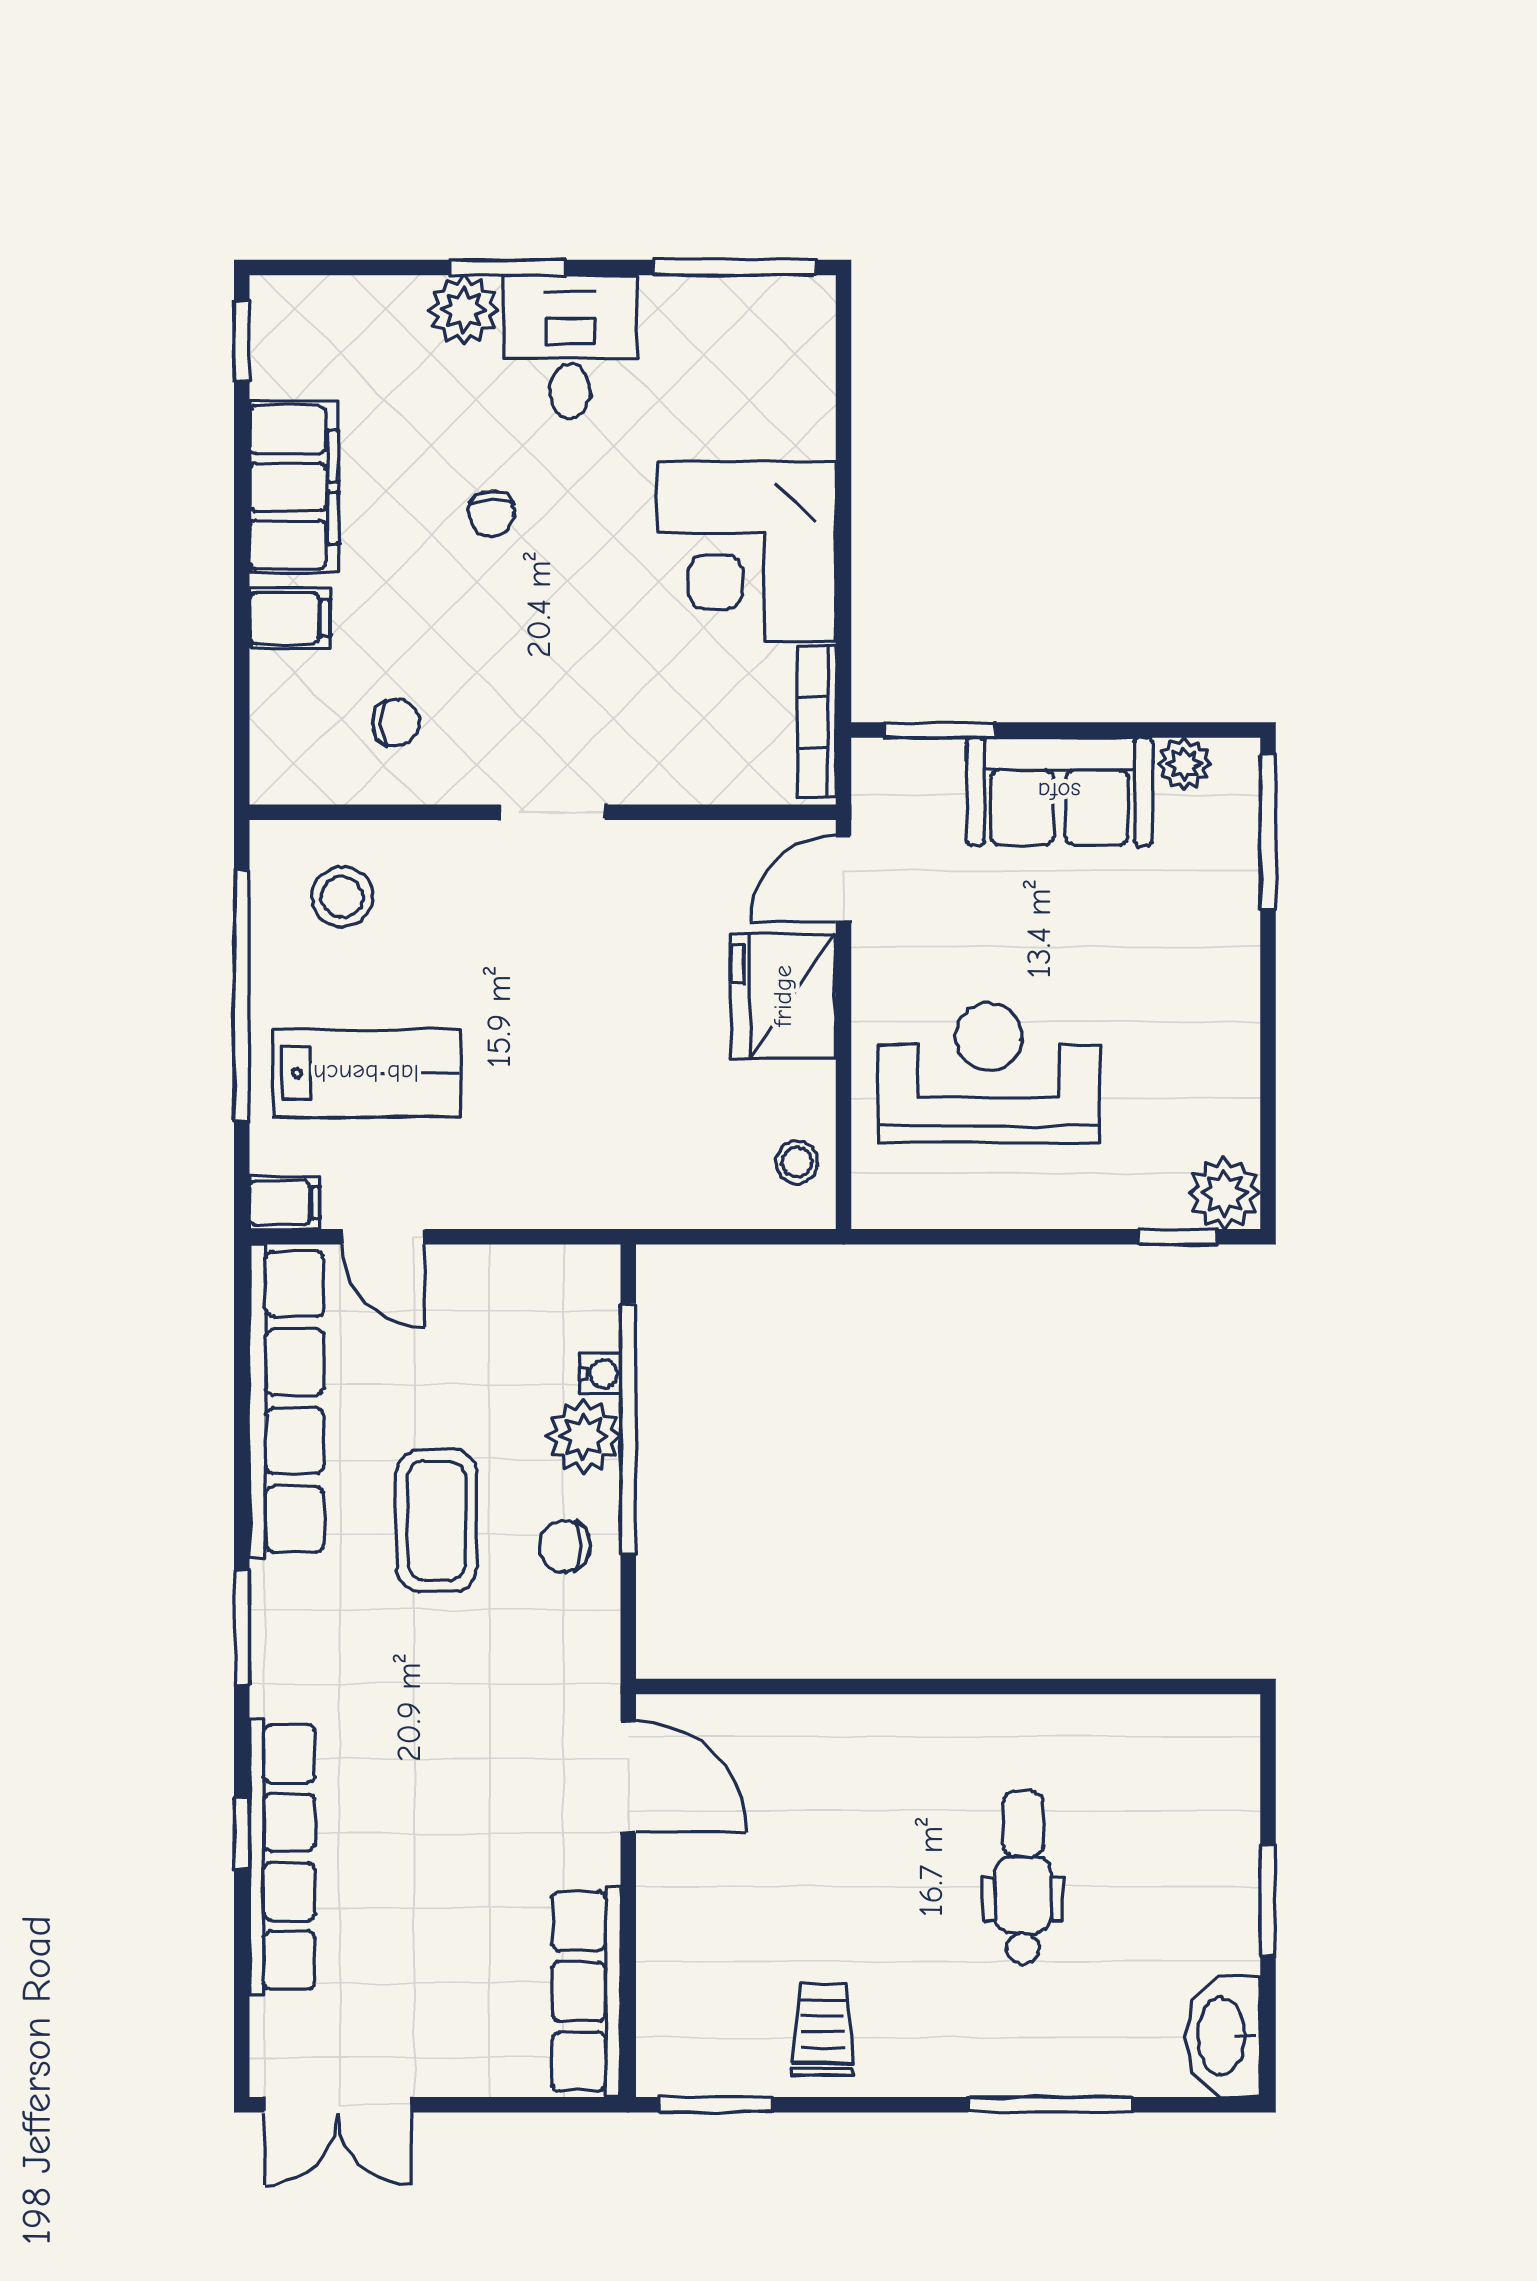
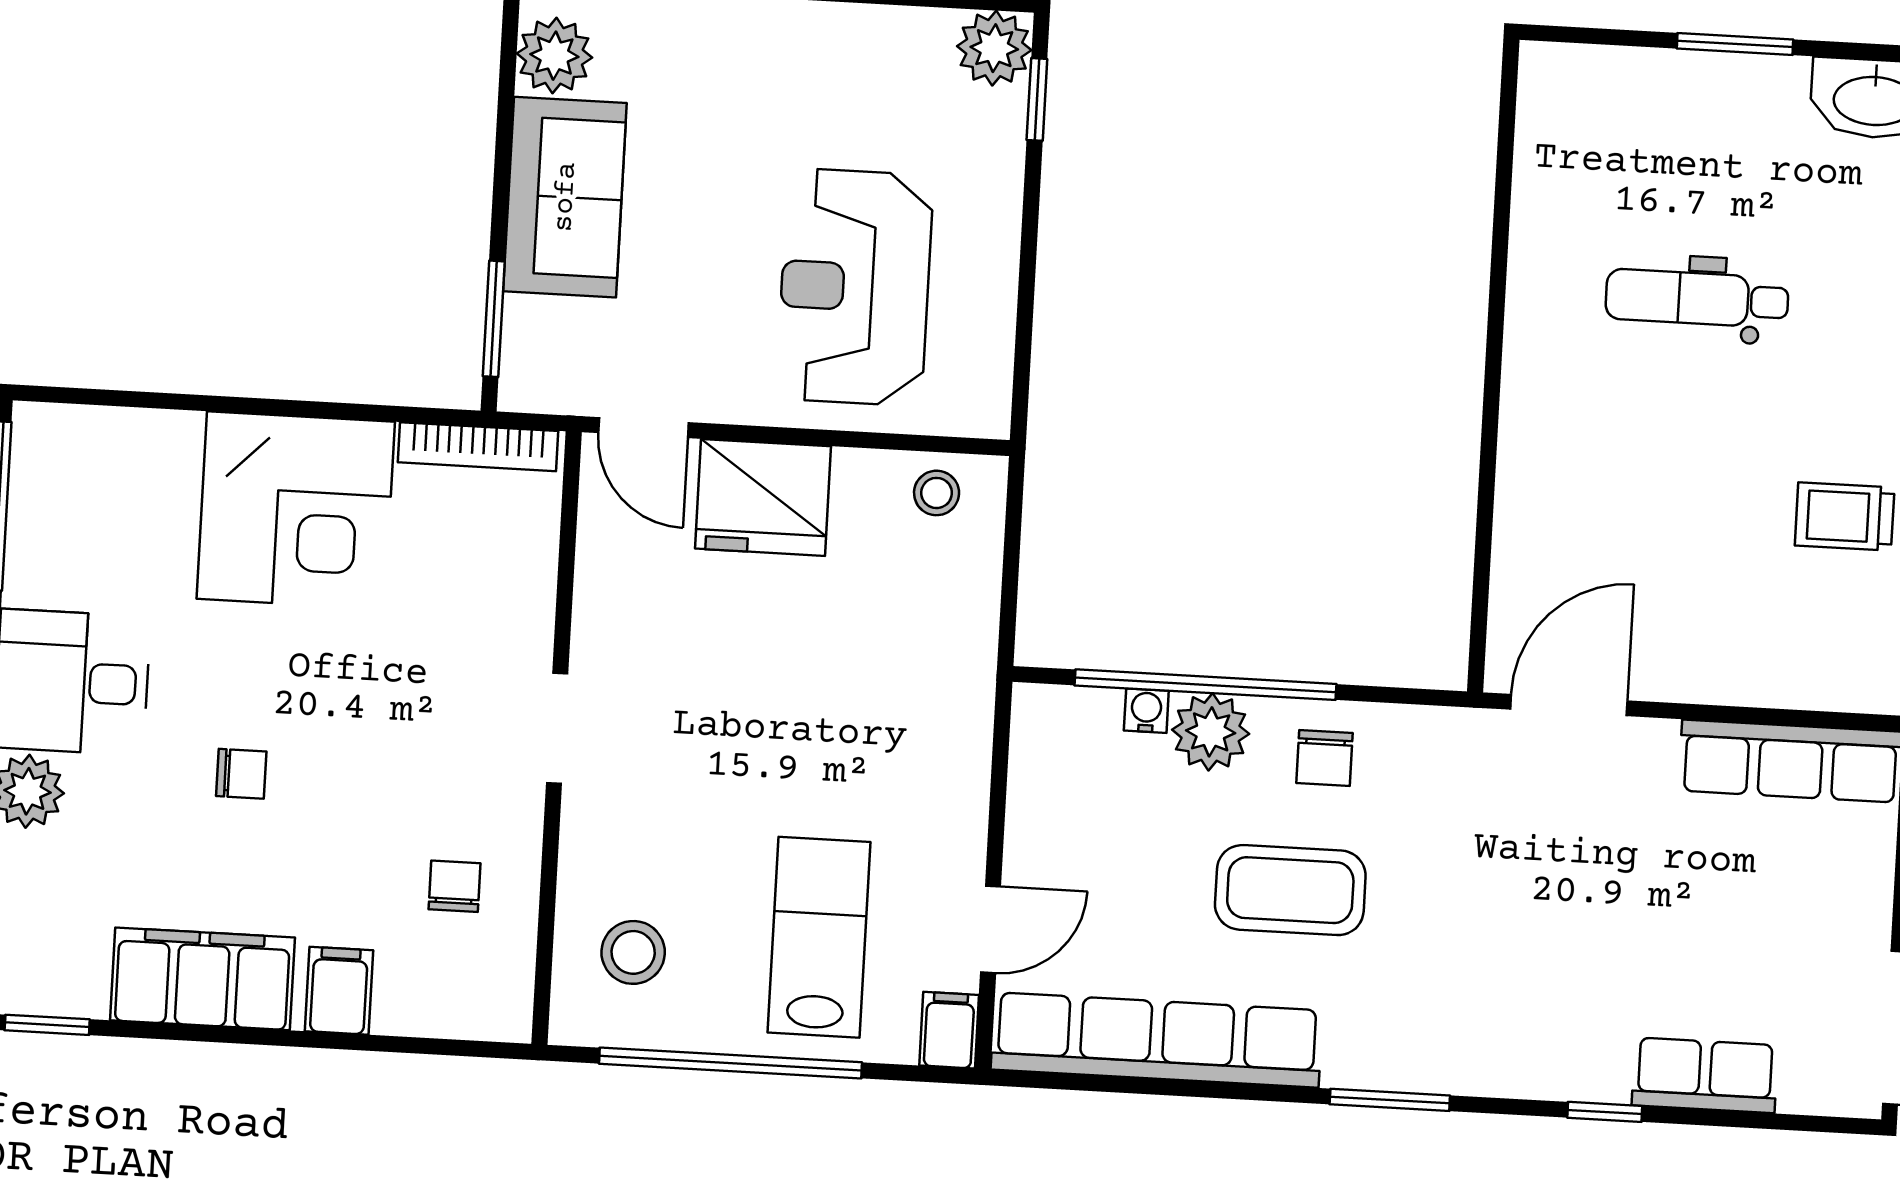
plant: (1184, 764) -> (554, 56), width x1.38, depth x1.38
row of seats: (282, 1857) -> (1705, 1075), width x0.50

